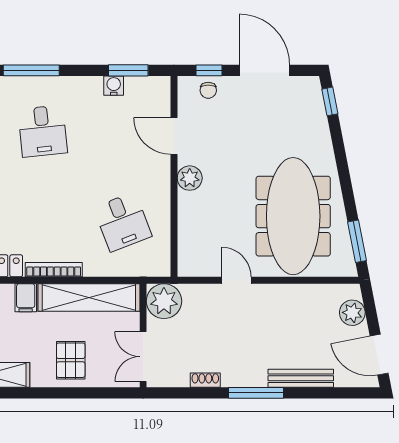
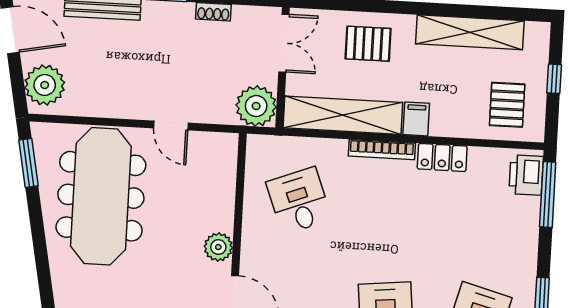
plant: (352, 313) -> (45, 85), width x1.36, depth x1.36
pallet: (71, 360) -> (368, 44), turned 90

